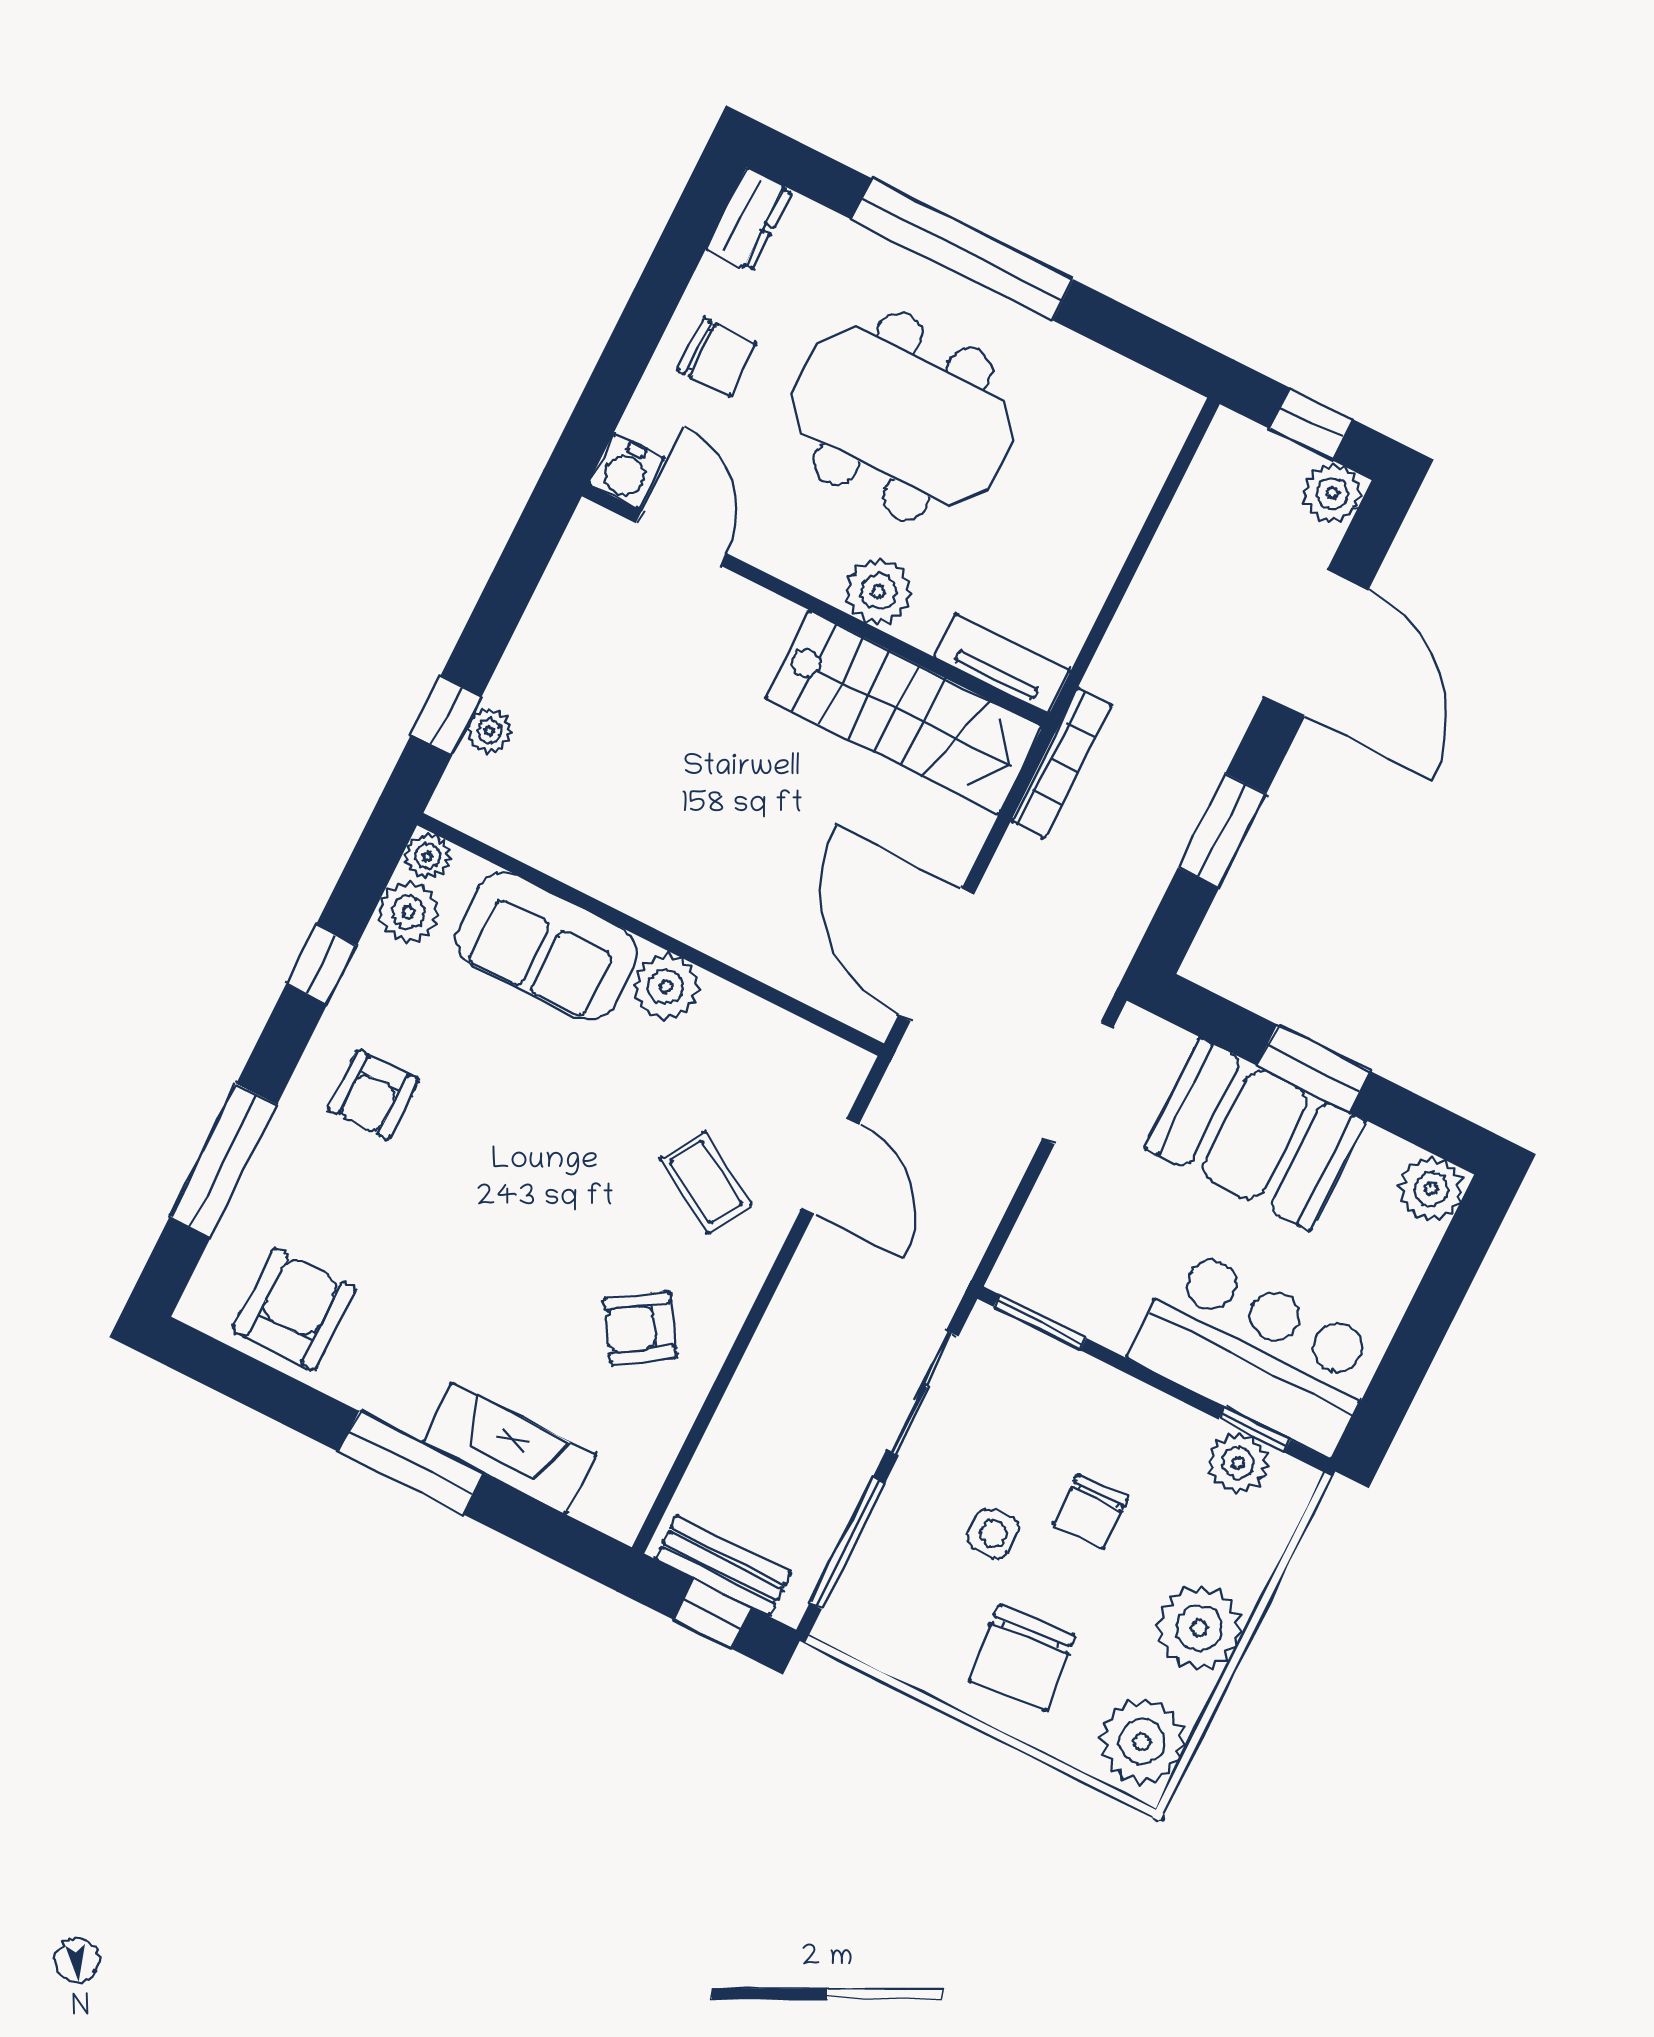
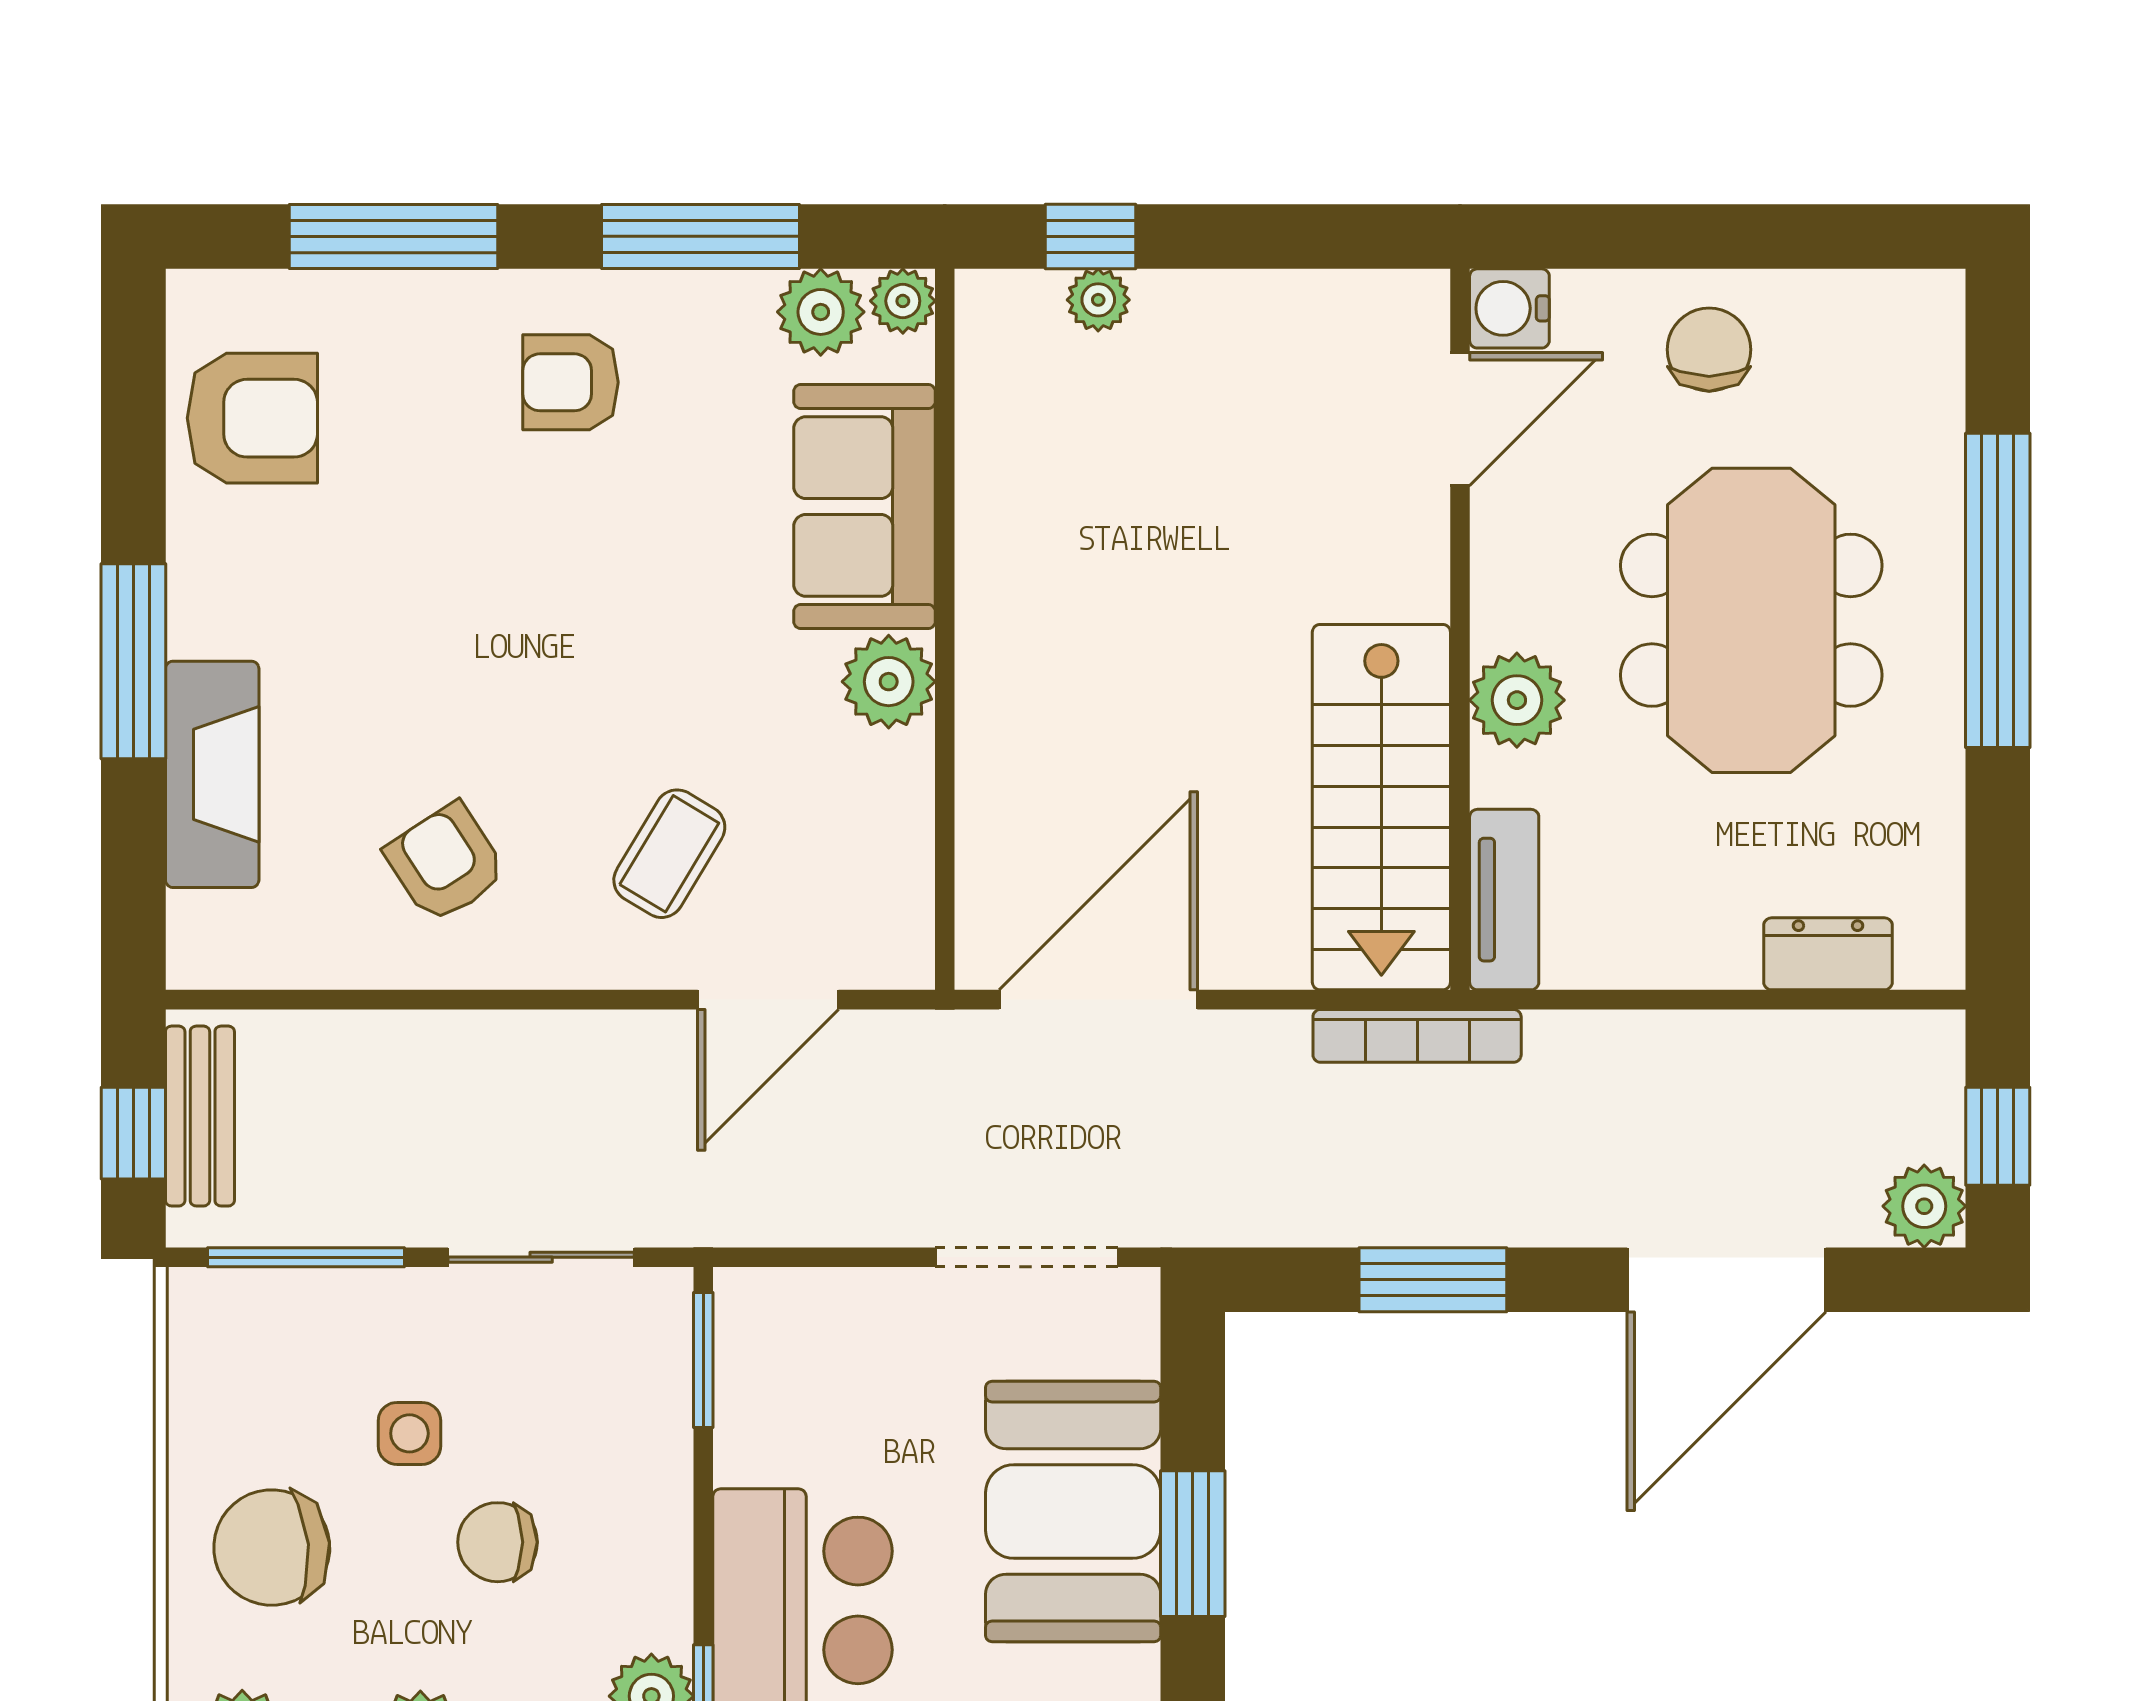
dresser: (749, 220) -> (1828, 954), moved, turned 180
chair: (716, 357) -> (1709, 350), turned 180
window: (322, 965) -> (701, 236), width x2.17

